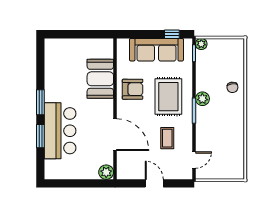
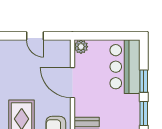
bar counter: (60, 131) -> (125, 67), moved
coffee table: (167, 138) -> (23, 79), removed

